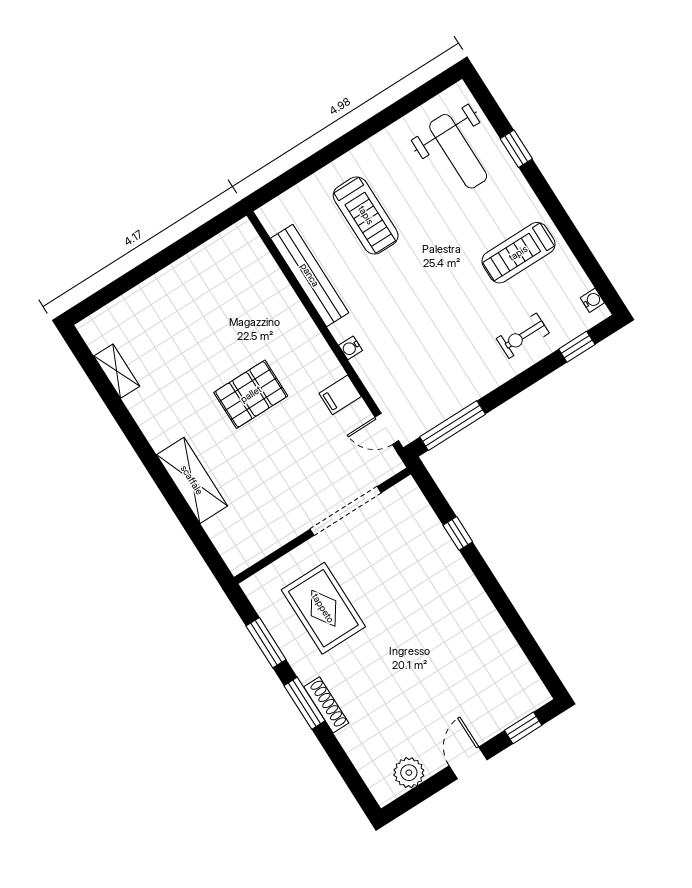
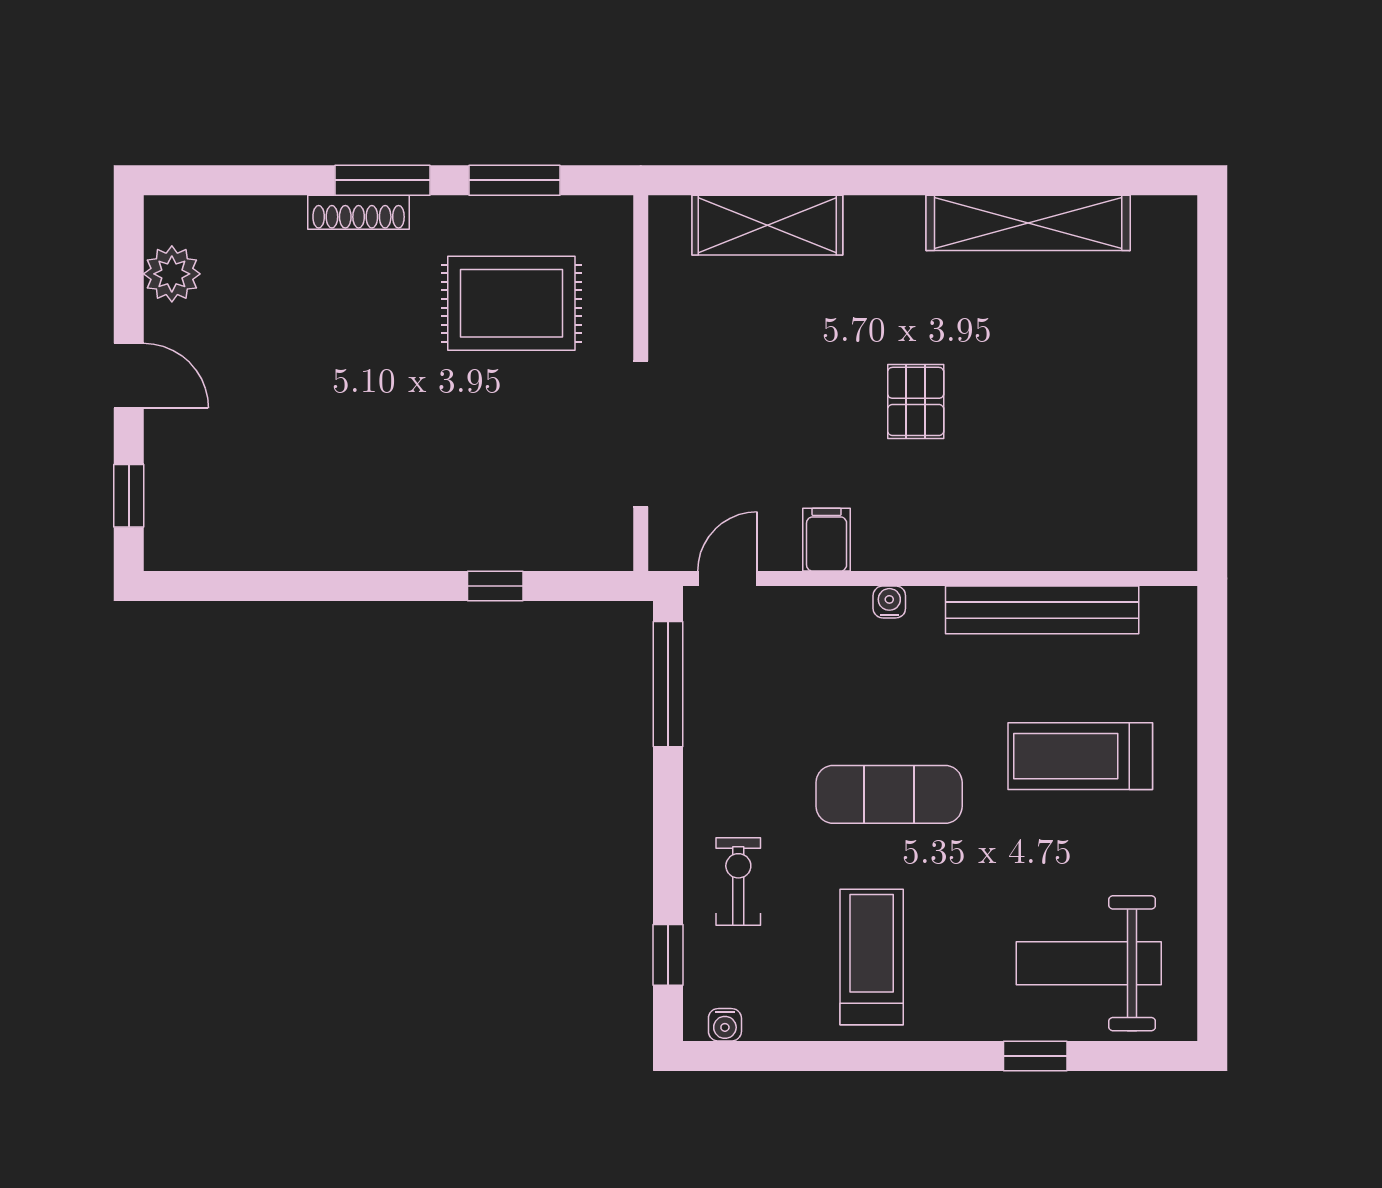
exercise mat: (439, 292) -> (889, 794), added
shelving: (117, 371) -> (1028, 223), width x2.20, depth x1.33
pallet: (251, 394) -> (916, 401), width x0.67, depth x0.71
shelving: (192, 480) -> (767, 225), moved

